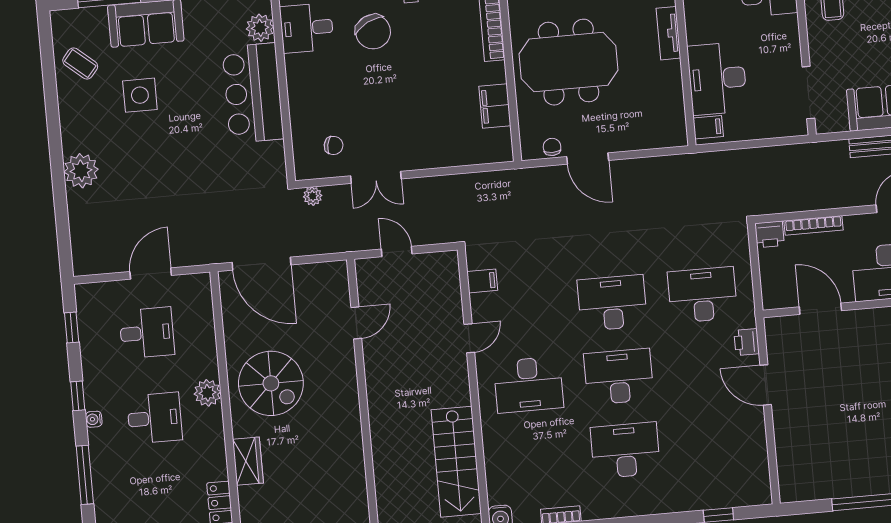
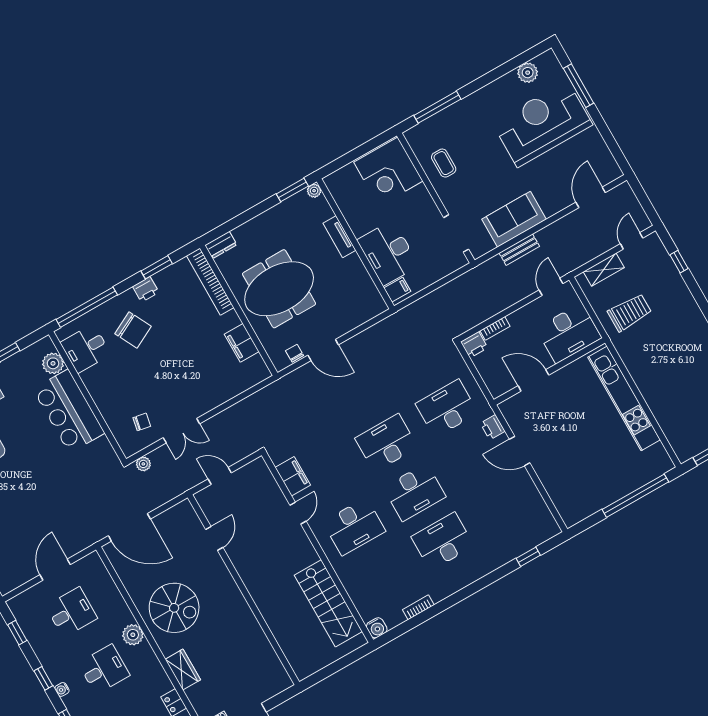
bookcase: (813, 225) -> (495, 328), width x0.64
filing cabinet: (482, 281) -> (293, 476), width x2.00
desk: (619, 377) -> (414, 492), turned 180

